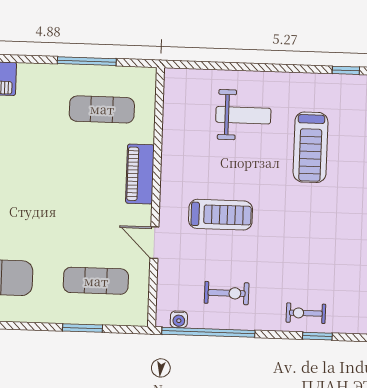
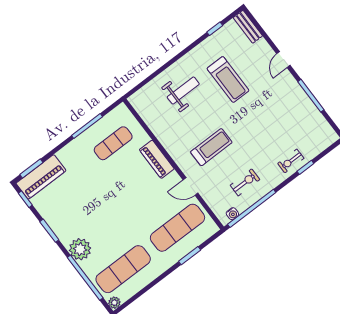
exercise mat: (96, 281) -> (177, 228), width x1.36, depth x1.45

